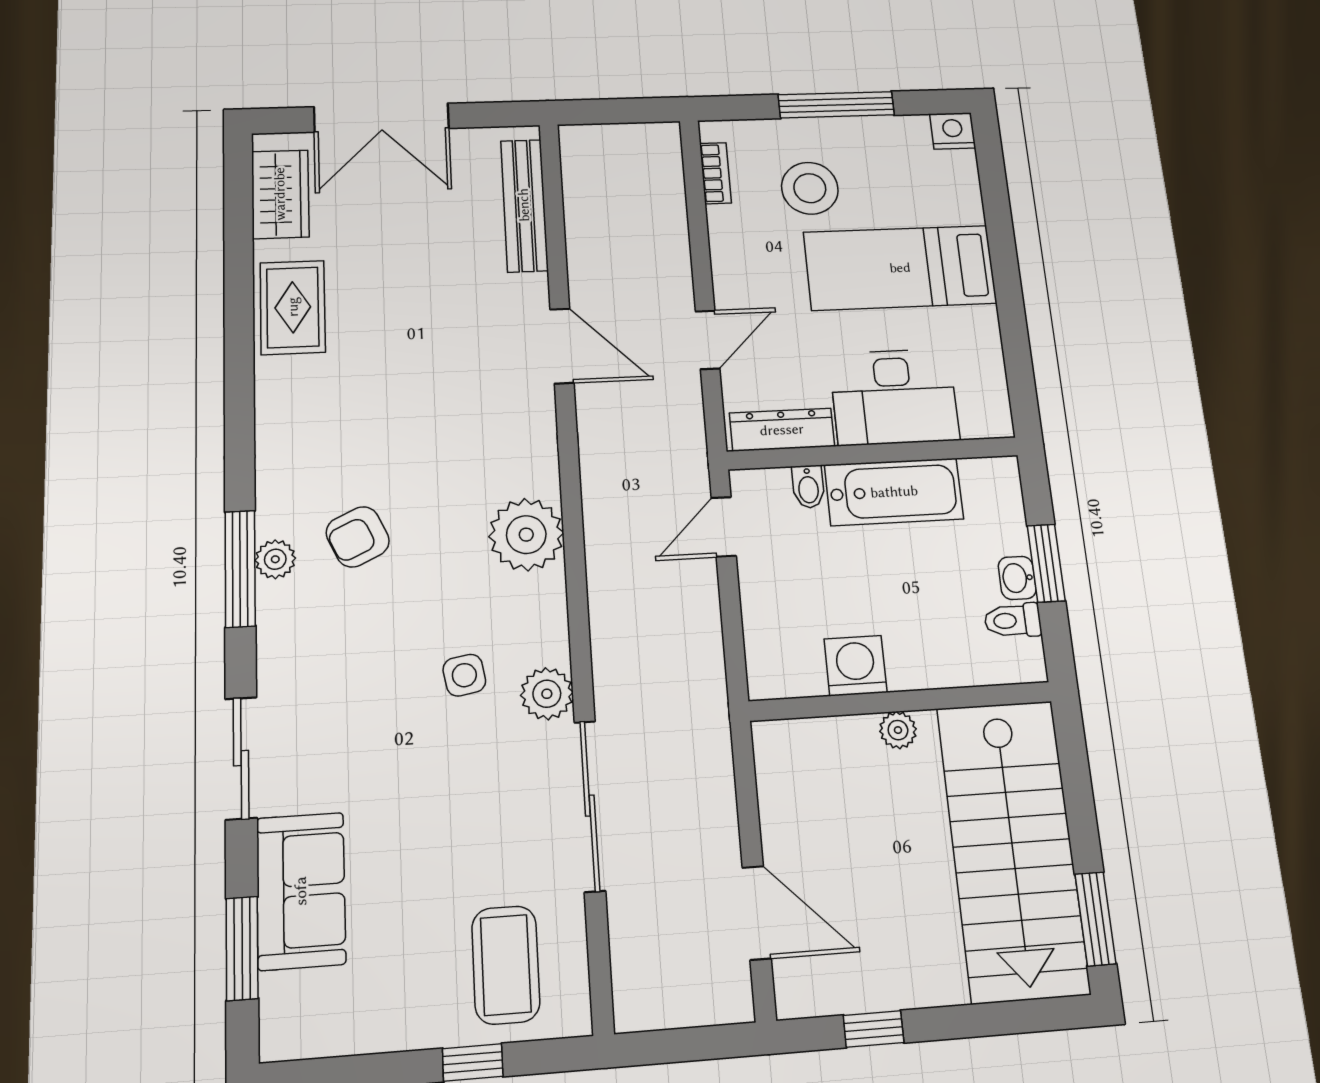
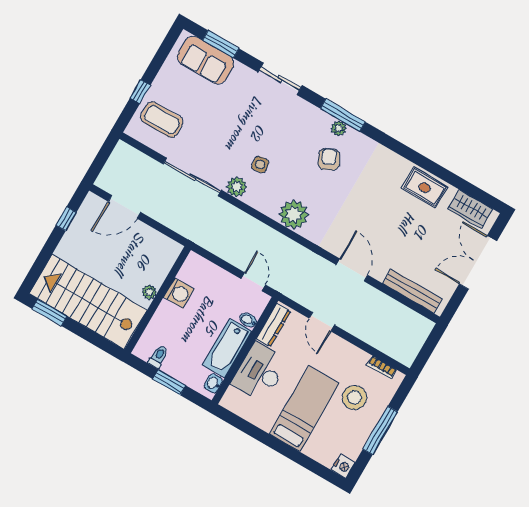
door: (562, 346) -> (352, 270), swing flipped
washbasin: (1017, 578) -> (213, 383), moved, turned -90
sofa: (301, 891) -> (206, 60), moved

